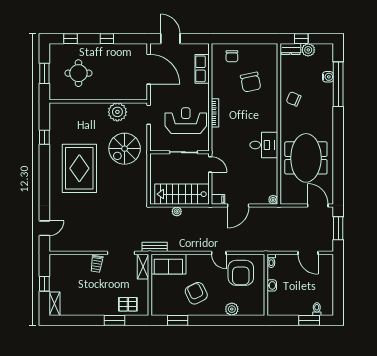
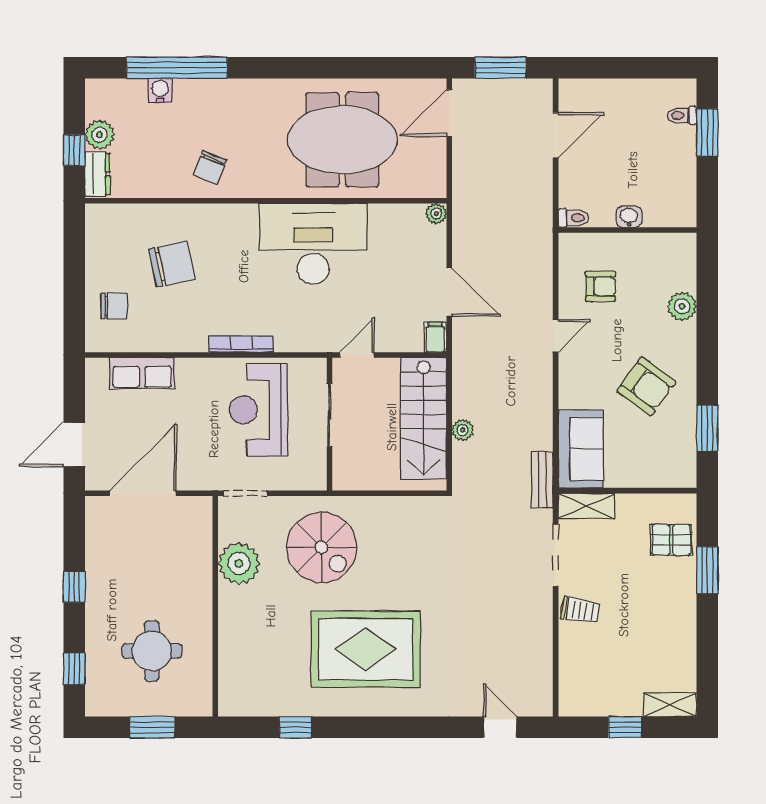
desk: (264, 145) -> (313, 244), width x1.87, depth x1.30
armchair: (241, 273) -> (601, 286), width x0.53, depth x0.53
armchair: (196, 293) -> (646, 386), turned -118
pallet: (128, 304) -> (671, 540), turned 90

